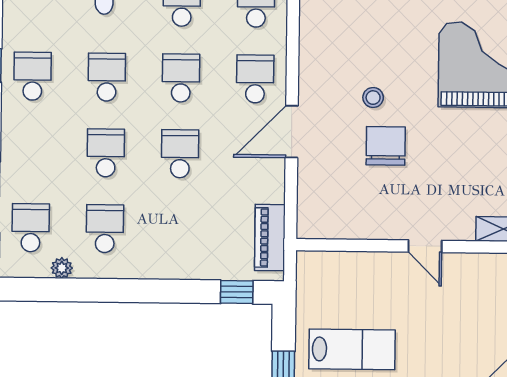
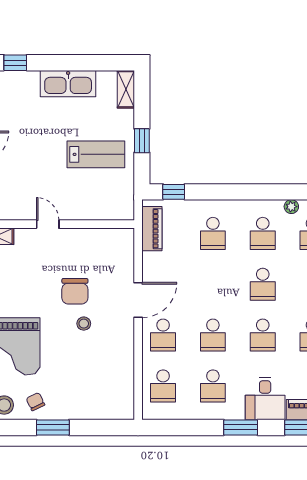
school desk: (180, 154) -> (213, 233), moved
lab bench: (352, 349) -> (96, 154), turned 180

